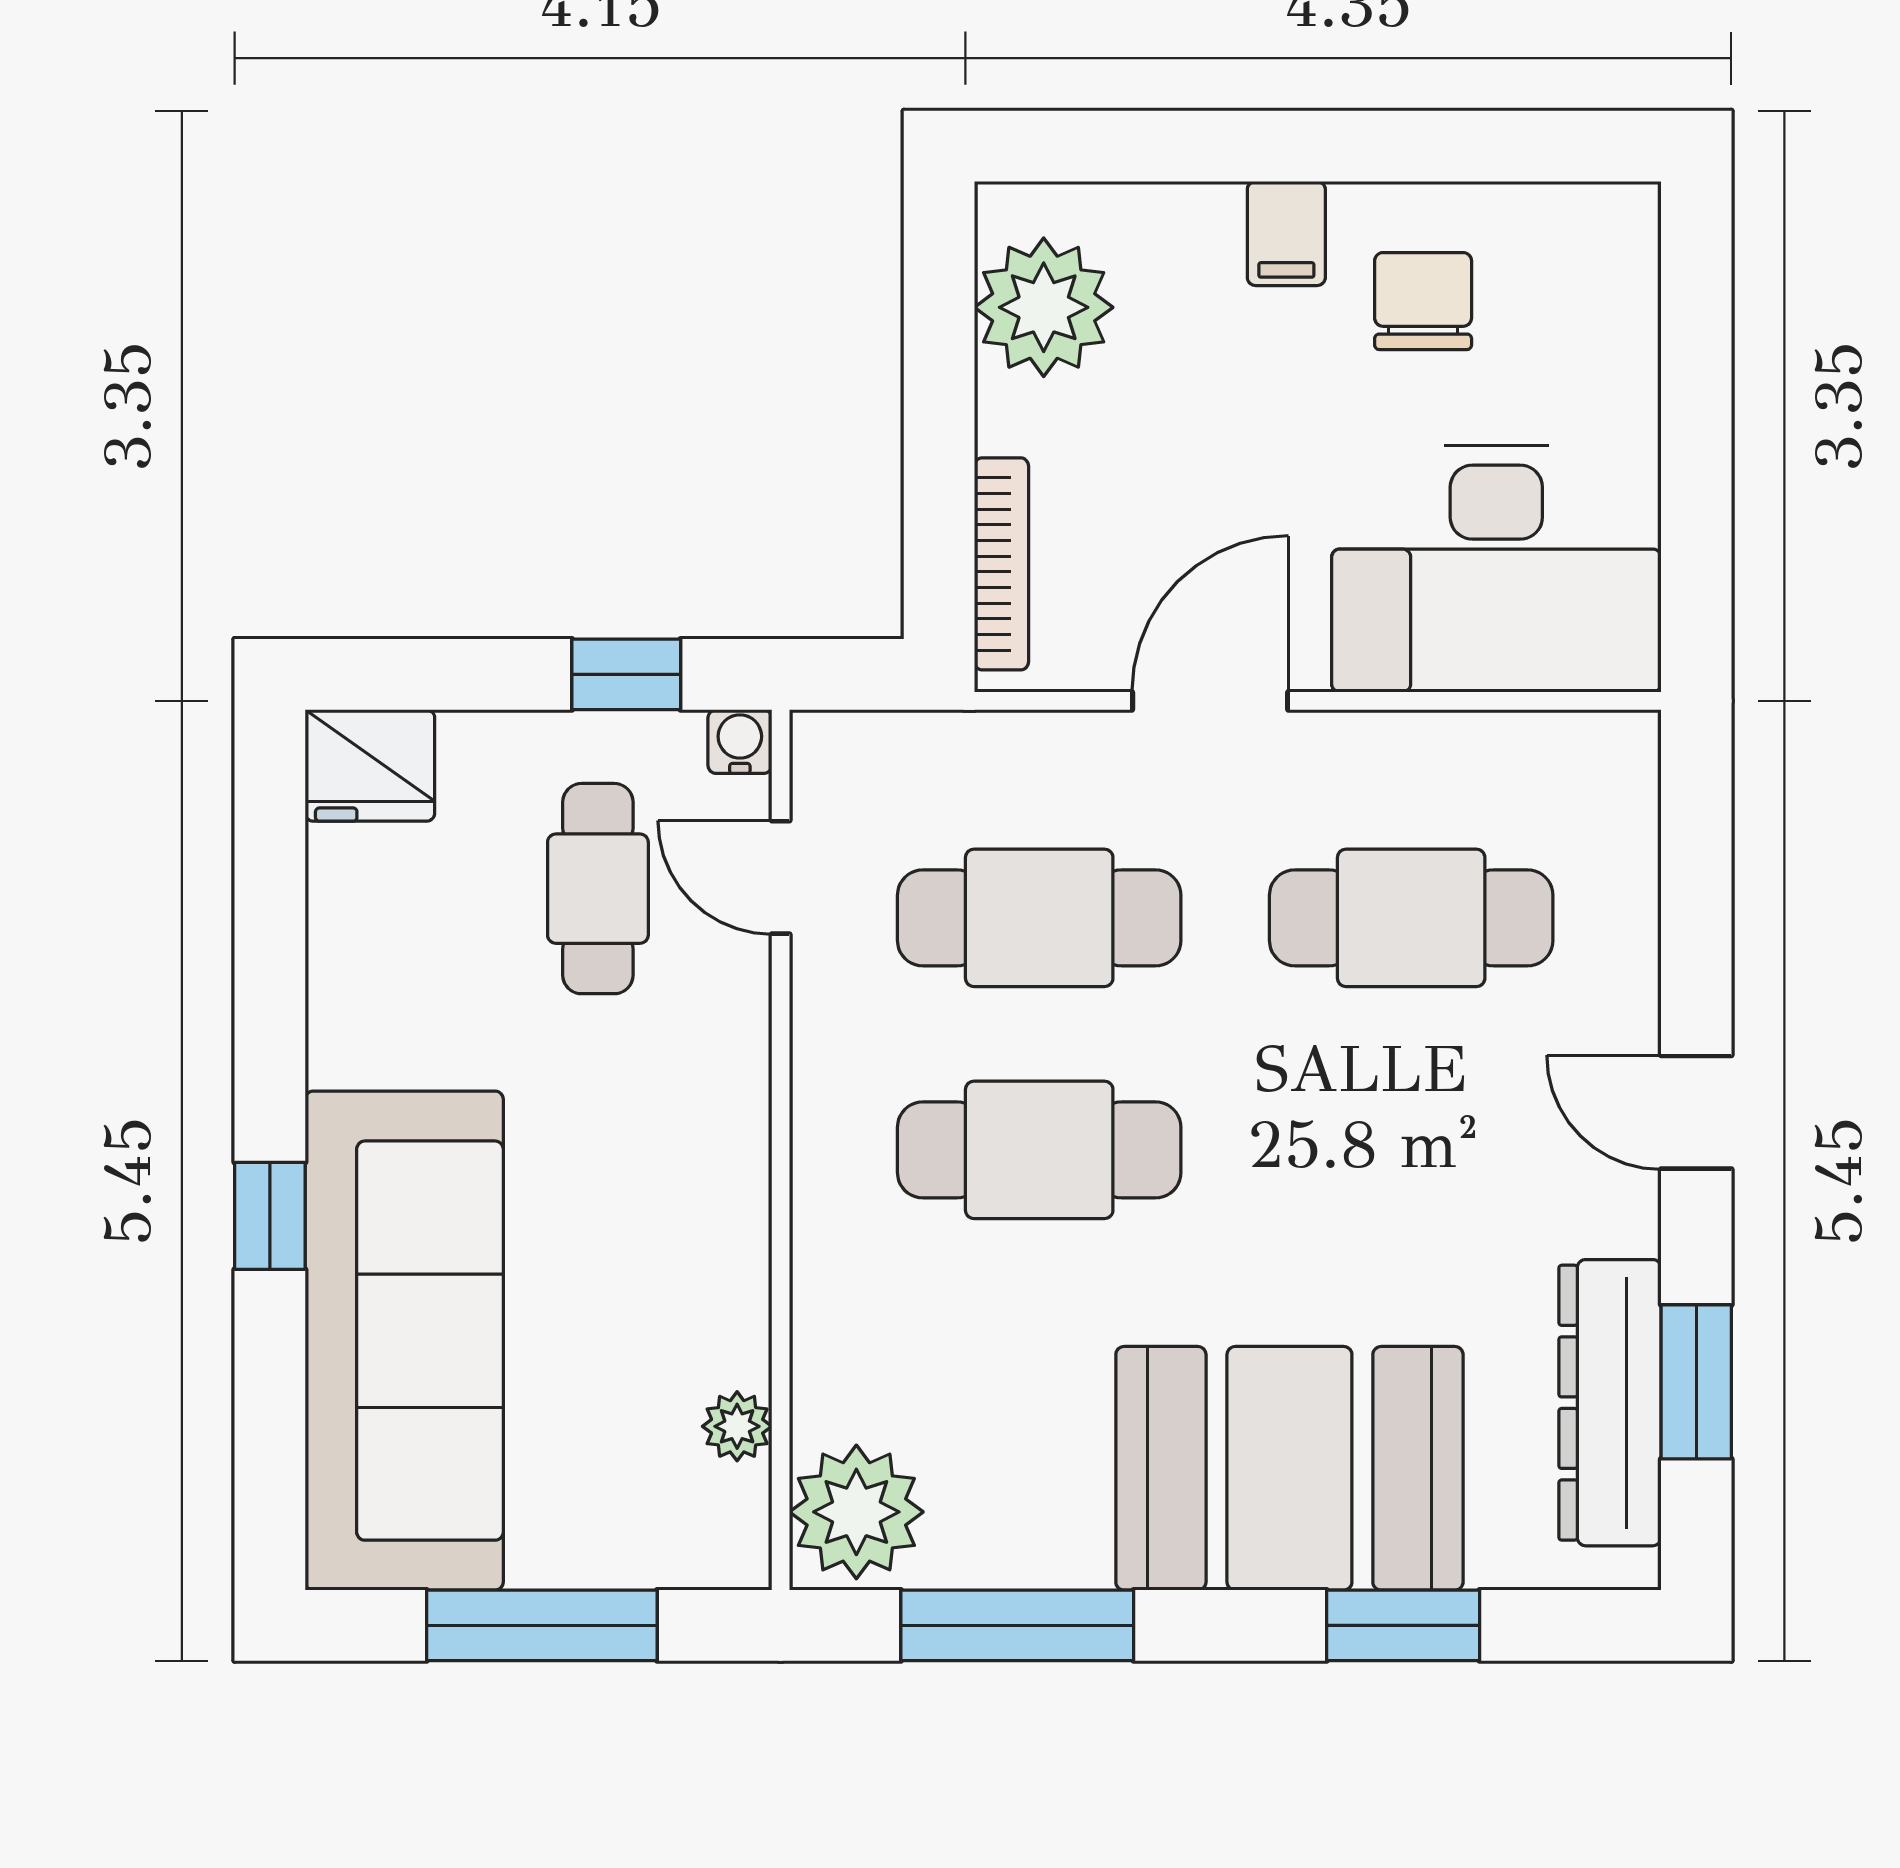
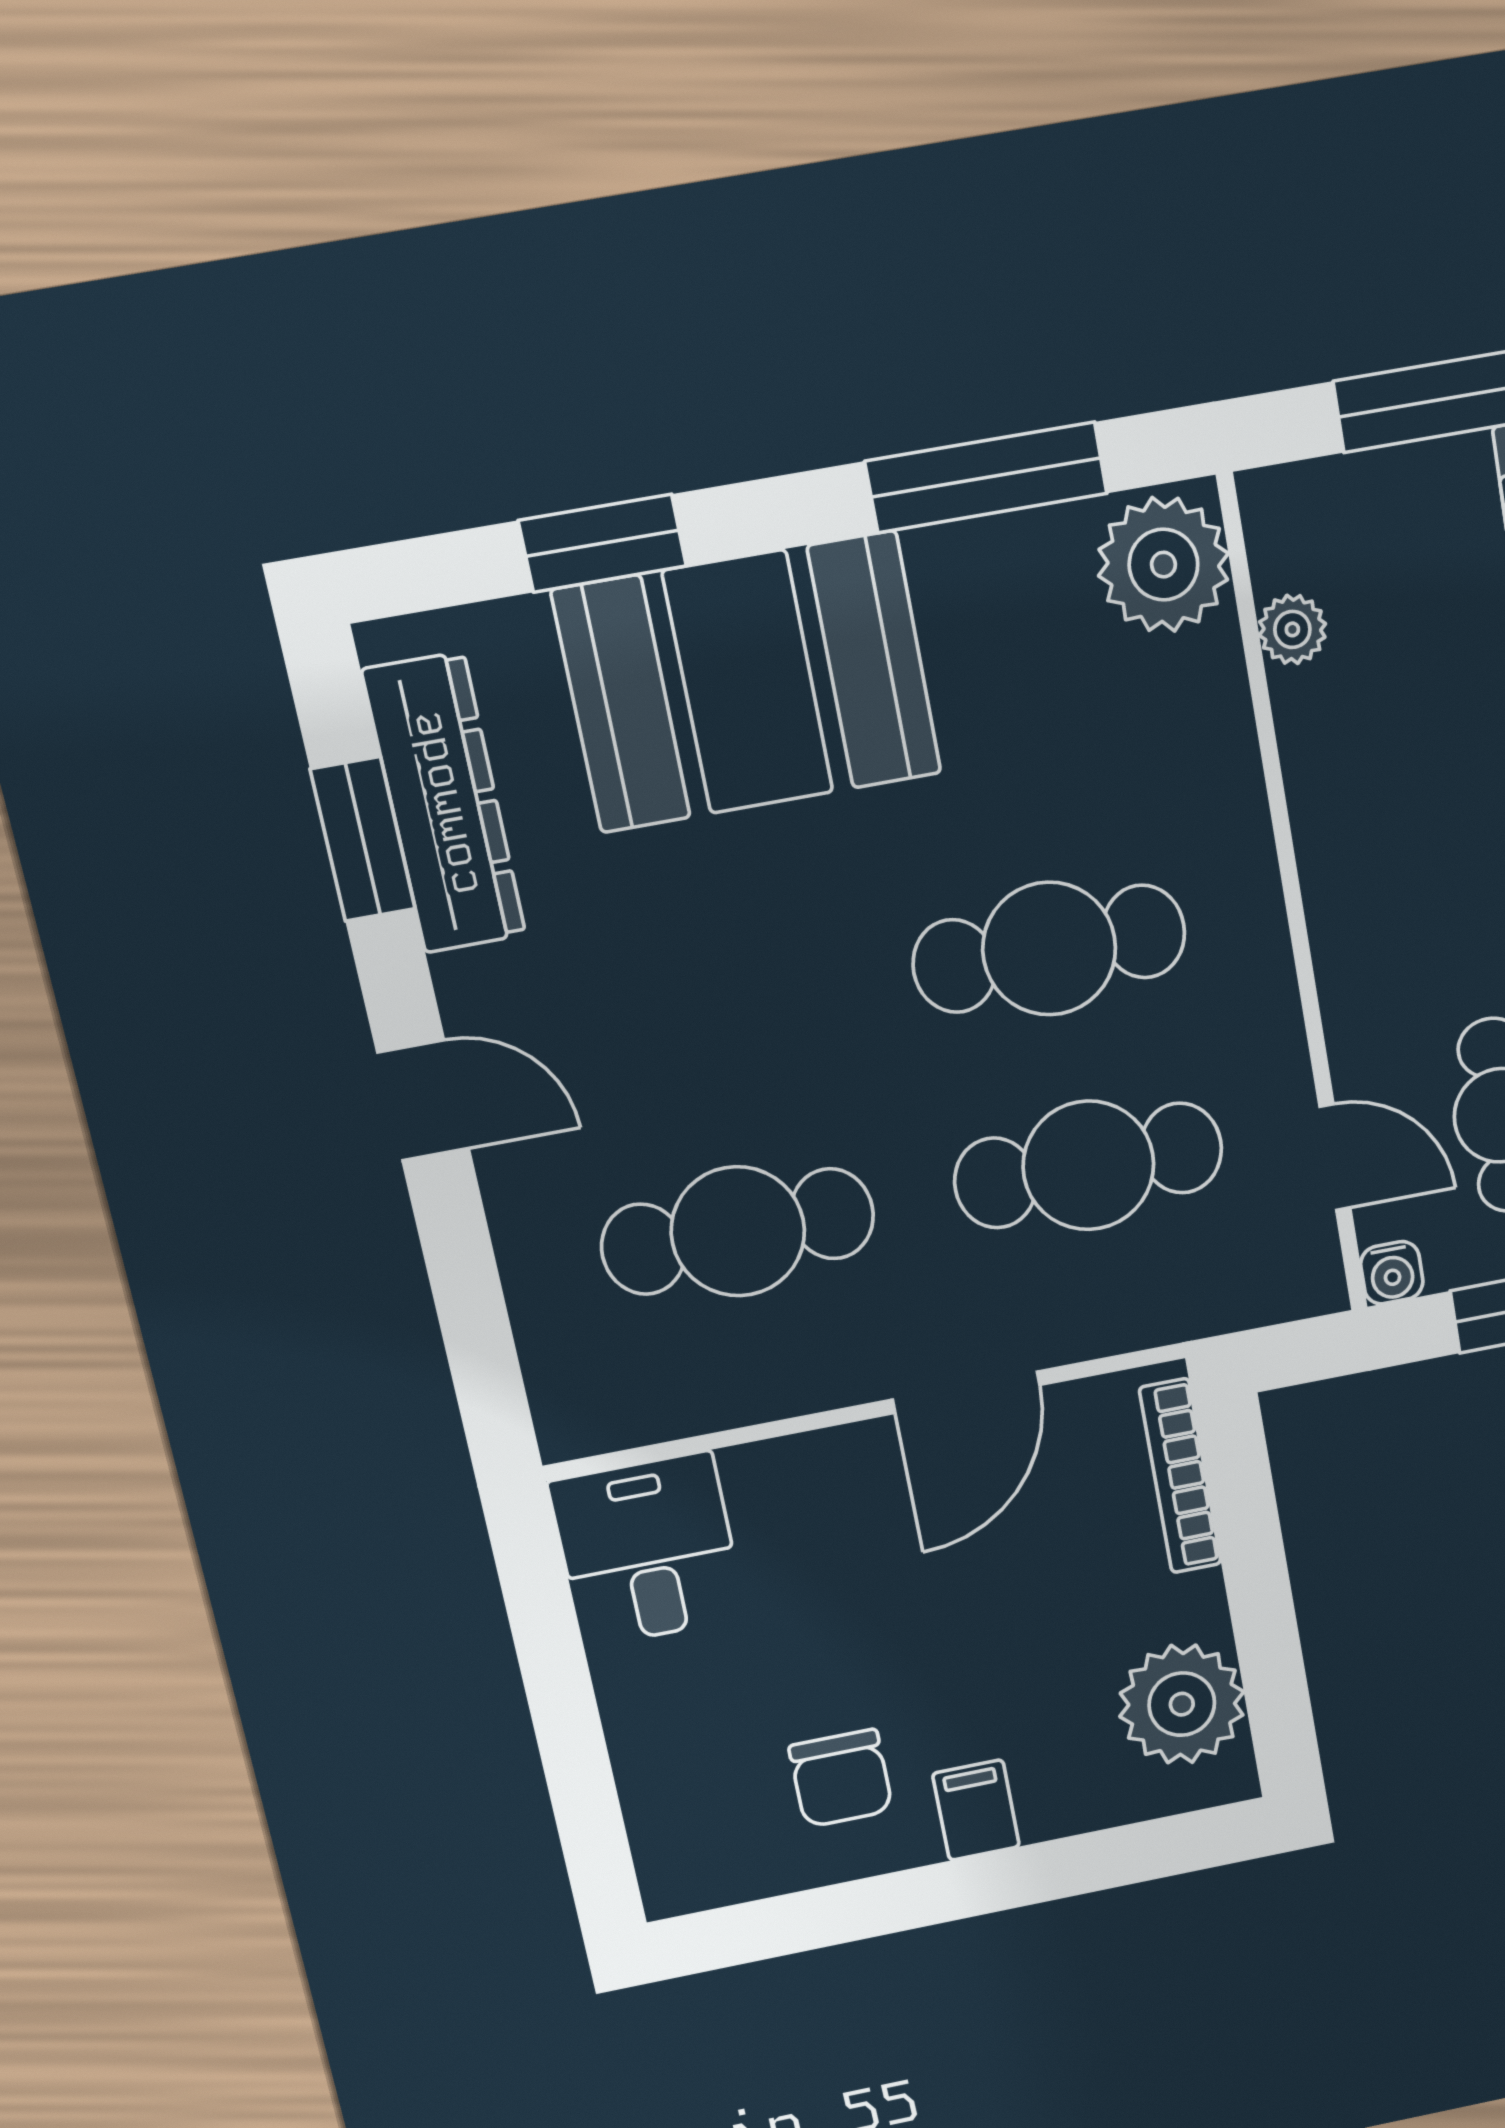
desk: (1496, 569) -> (648, 1550), width x0.53, depth x0.77

